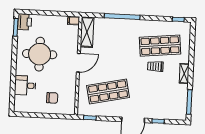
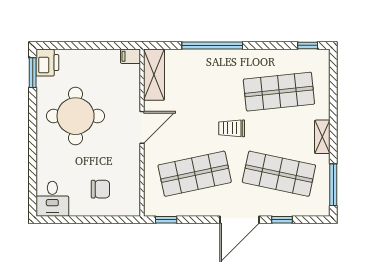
trolley: (155, 66) -> (232, 128), moved
desk: (25, 85) -> (52, 199), moved, turned -90
shop shelf: (158, 94) -> (279, 174), added

